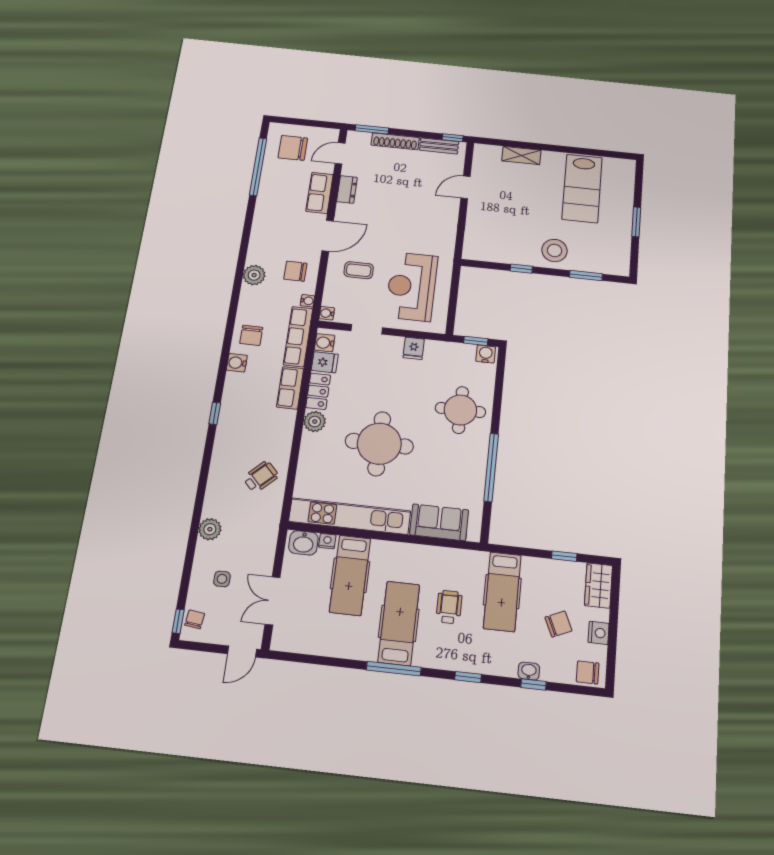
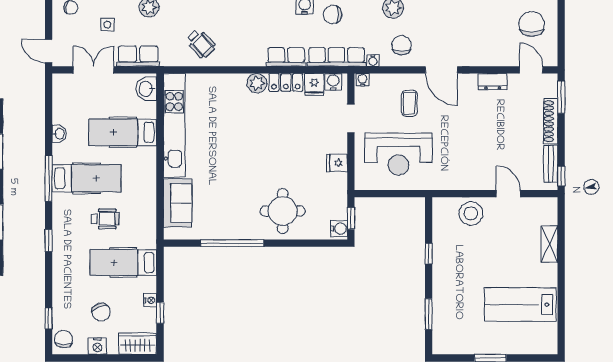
row of seats: (320, 193) -> (138, 56), moved
stool: (555, 250) -> (471, 213), moved
reception desk: (412, 287) -> (398, 154), turned 180
round table: (379, 444) -> (243, 143), removed
nightstand: (327, 541) -> (150, 300), moved
washbasin: (529, 671) -> (59, 134), moved
window: (534, 684) -> (49, 319), moved

